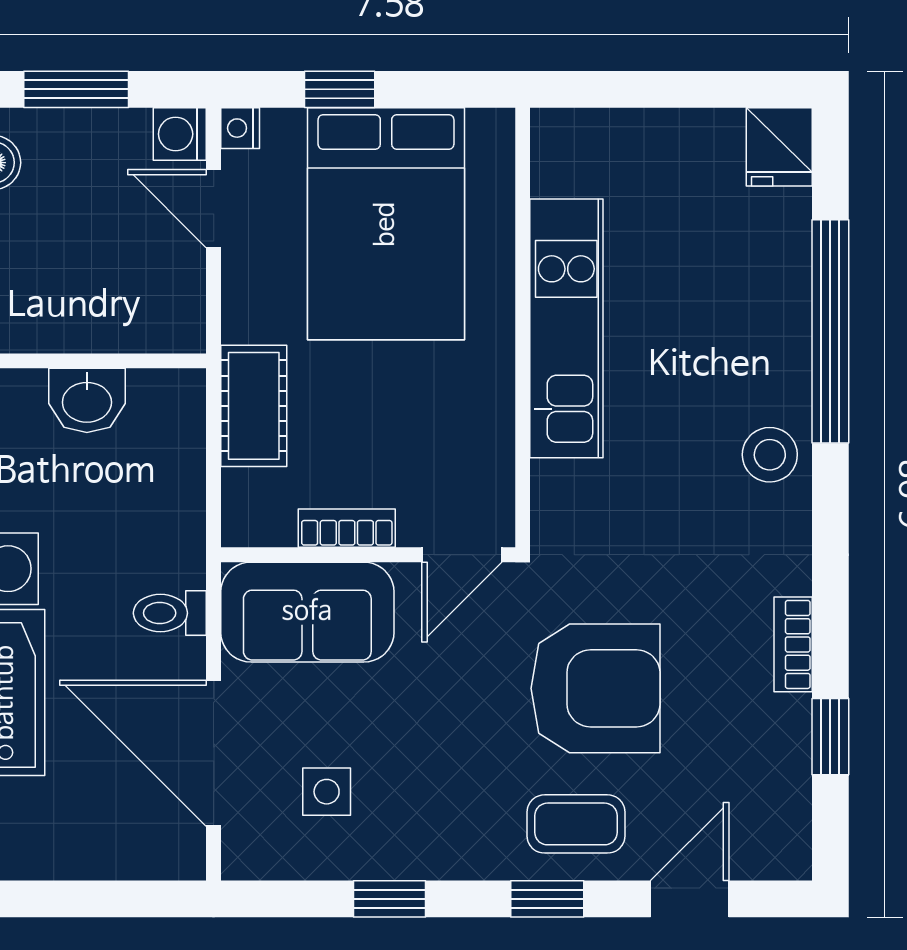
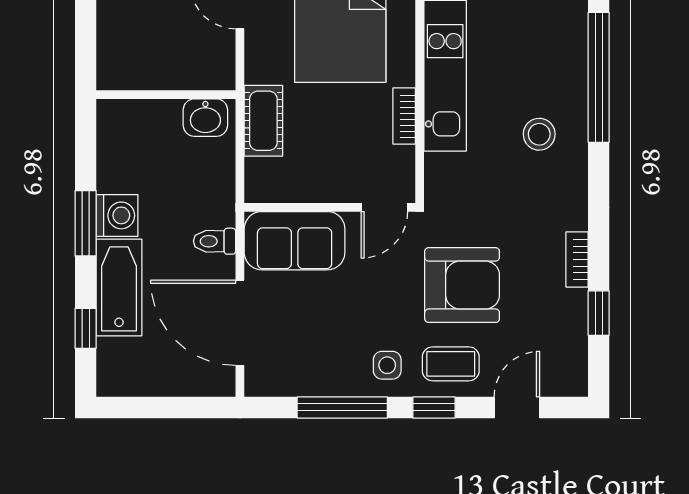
washbasin: (87, 400) -> (205, 118), moved
stool: (770, 455) -> (539, 134), moved
bookcase: (347, 528) -> (404, 116), moved, turned -90
side table: (327, 792) -> (387, 365), moved
window: (390, 899) -> (342, 407), width x2.17

